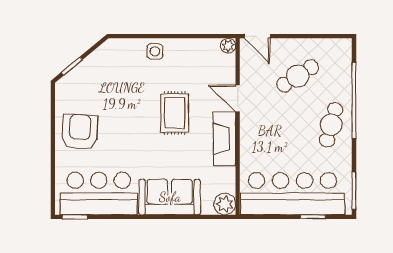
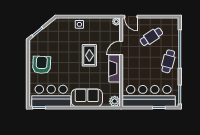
door: (238, 98) -> (121, 48), hinge flipped

